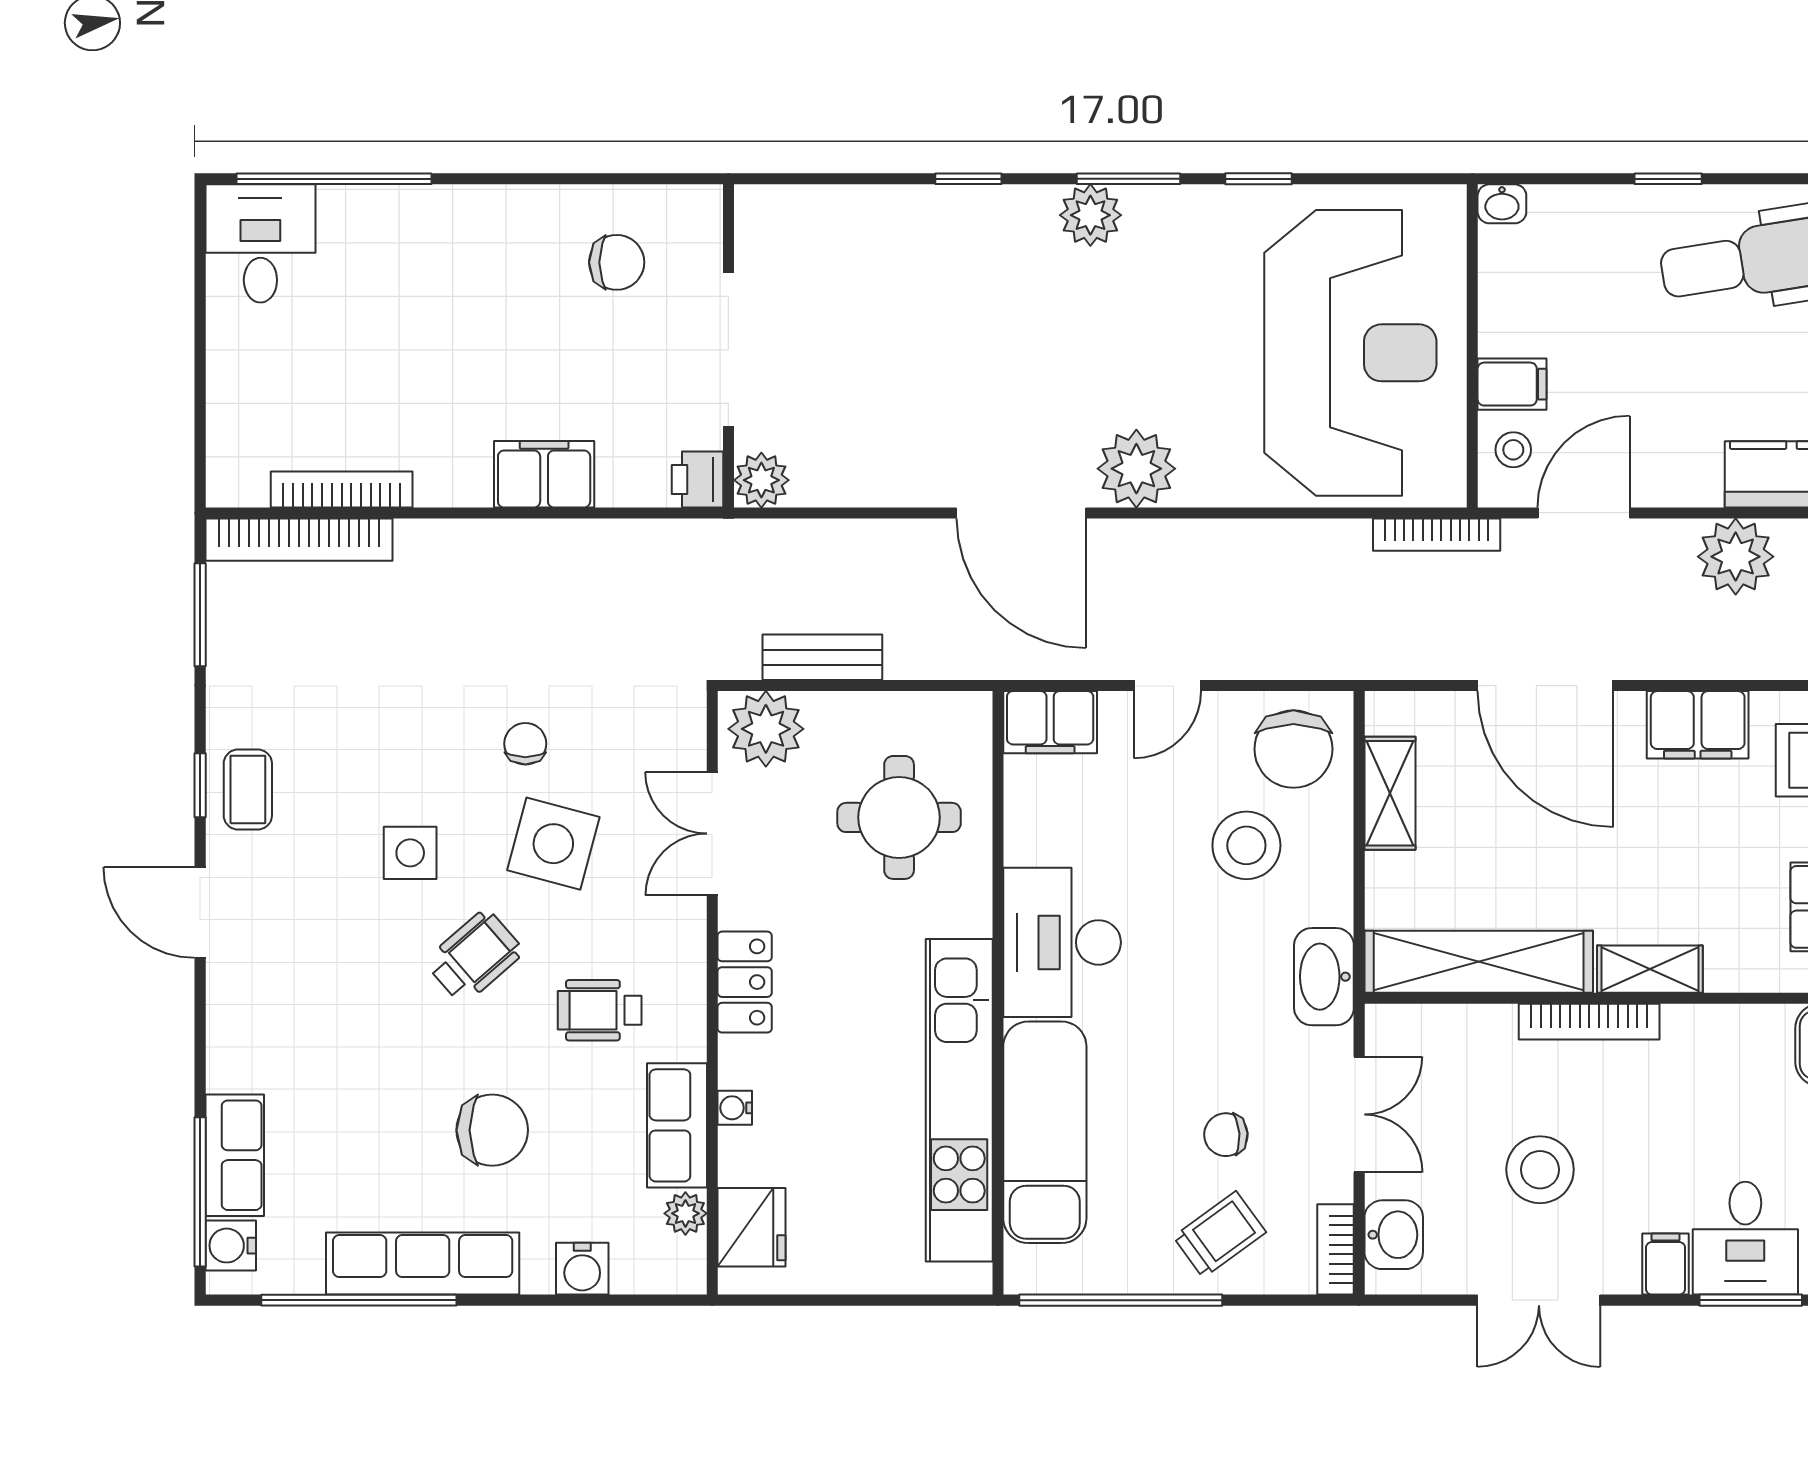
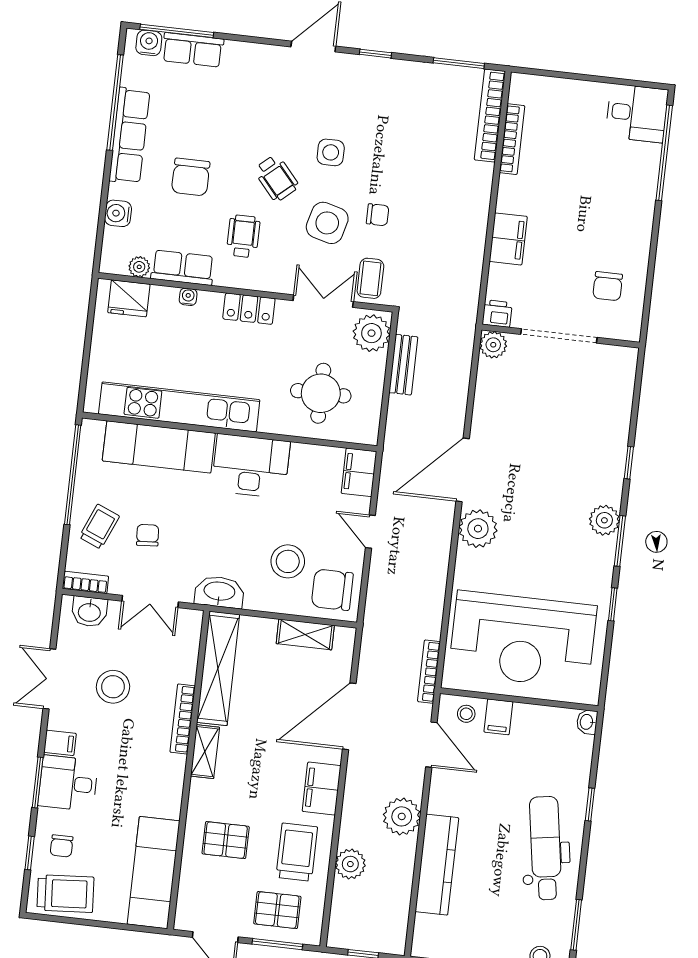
coffee table: (248, 789) -> (370, 278), moved, turned 90
trolley: (1220, 1234) -> (99, 527), turned -121

